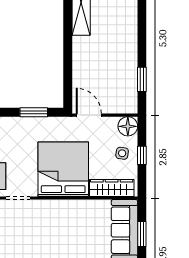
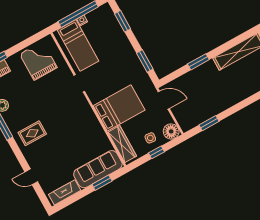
window: (68, 53) -> (198, 62), added
door: (89, 115) -> (164, 100), hinge flipped
bed: (63, 169) -> (119, 108), width x0.73

